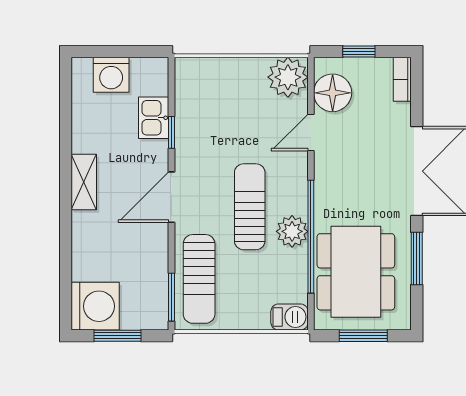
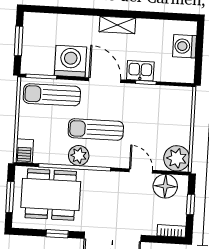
kitchen sink: (154, 118) -> (140, 71), moved
sun lounger: (250, 207) -> (96, 130), turned 180
window: (417, 258) -> (57, 234), width x0.67
washing machine: (95, 306) -> (71, 61), moved, turned 180

